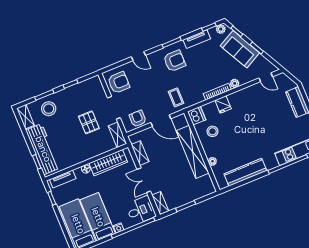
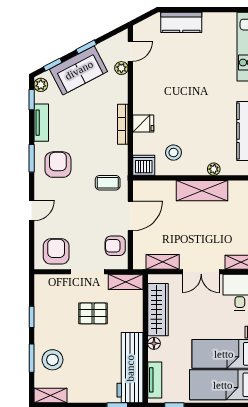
plant: (235, 83) -> (121, 68), moved
workbench: (43, 149) -> (130, 368), moved, turned -90
shelving: (193, 152) -> (202, 191), width x0.68

